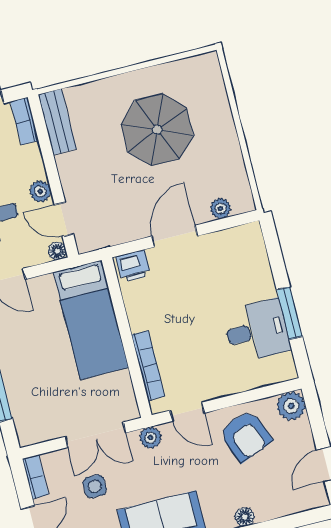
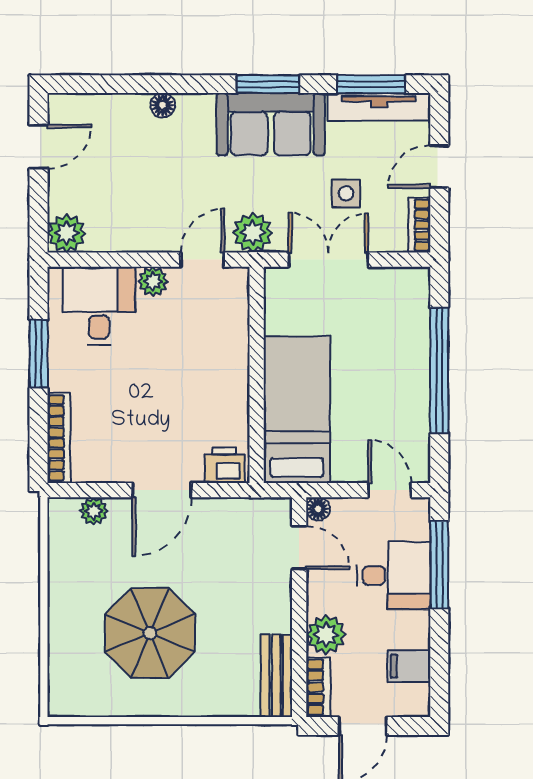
plant: (40, 191) -> (326, 635), moved, width x1.38, depth x1.38
desk: (257, 331) -> (99, 306), moved, turned 90
bookcase: (148, 366) -> (59, 438), moved, turned 180
plant: (219, 387) -> (153, 281), added
door: (187, 412) -> (202, 260), hinge flipped
armchair: (246, 436) -> (135, 210), removed
plant: (151, 438) -> (253, 233), width x1.38, depth x1.38

